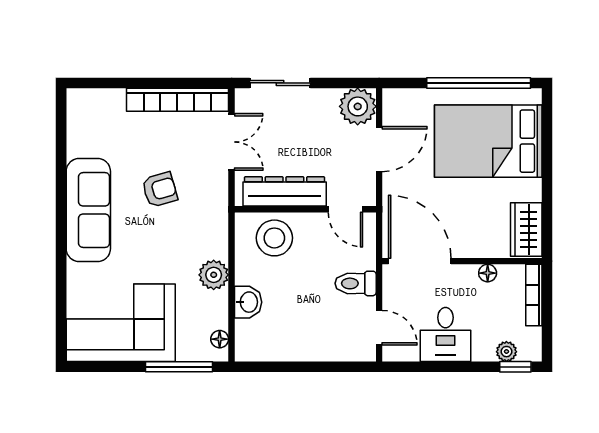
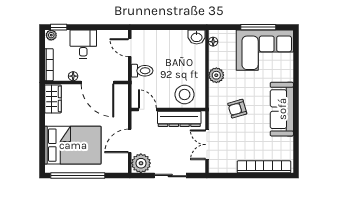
sliding door: (280, 83) -> (170, 176), moved
bookcase: (177, 100) -> (264, 167), moved
armchair: (160, 190) -> (237, 109), moved
door: (420, 261) -> (97, 82), moved
washbasin: (248, 302) -> (197, 37), moved, turned -90
desk: (445, 334) -> (83, 44), moved
plant: (506, 352) -> (51, 35), moved
window: (179, 367) -> (258, 27), moved

